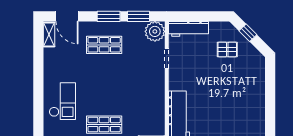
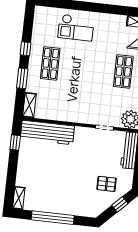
pallet: (227, 49) -> (107, 184), turned 90
window: (270, 104) -> (53, 218), added

